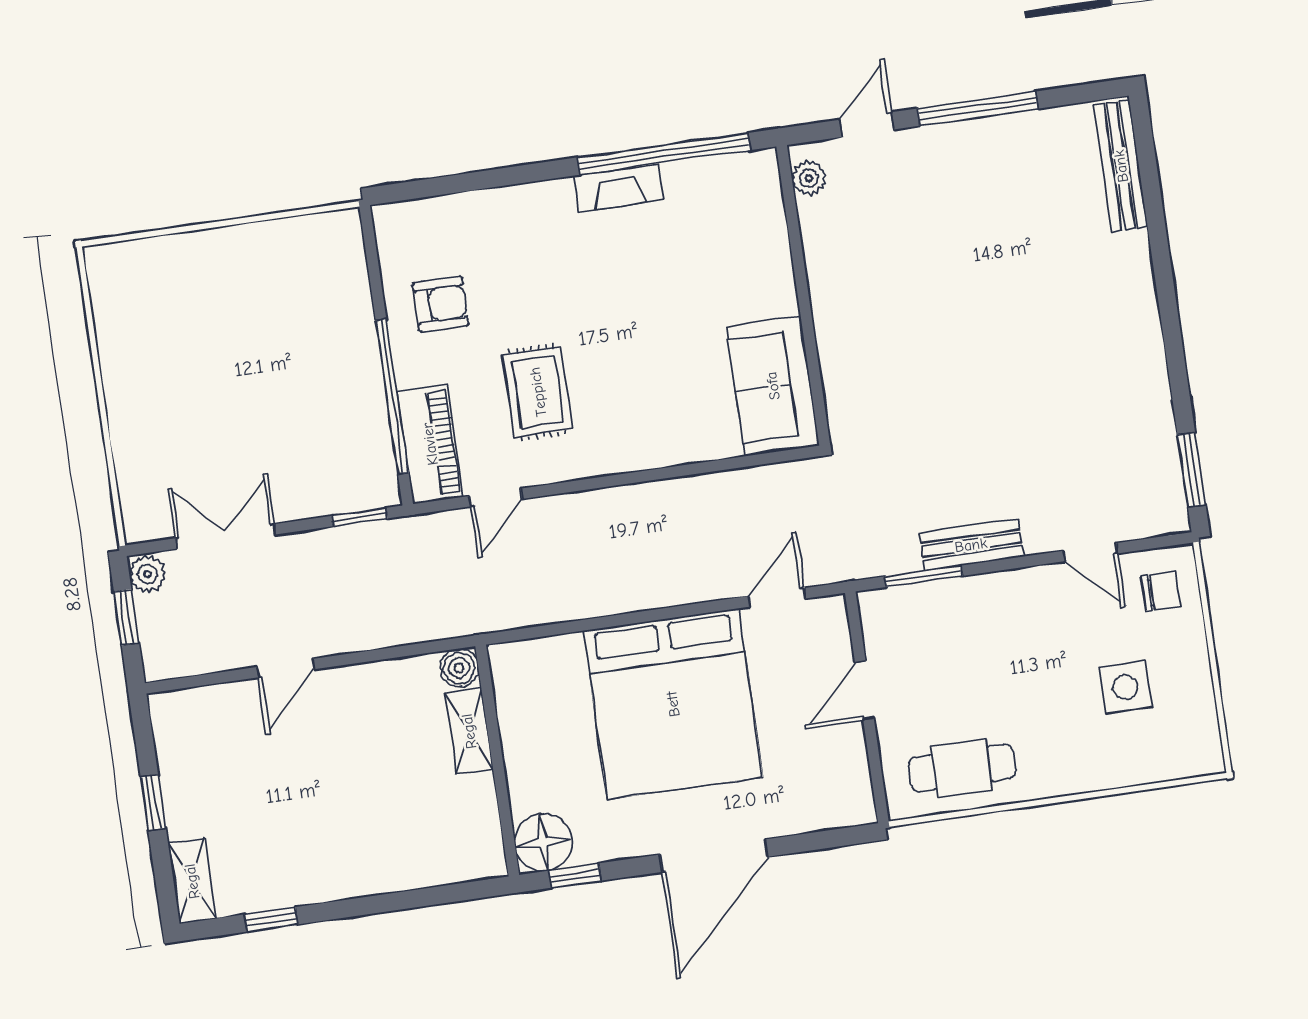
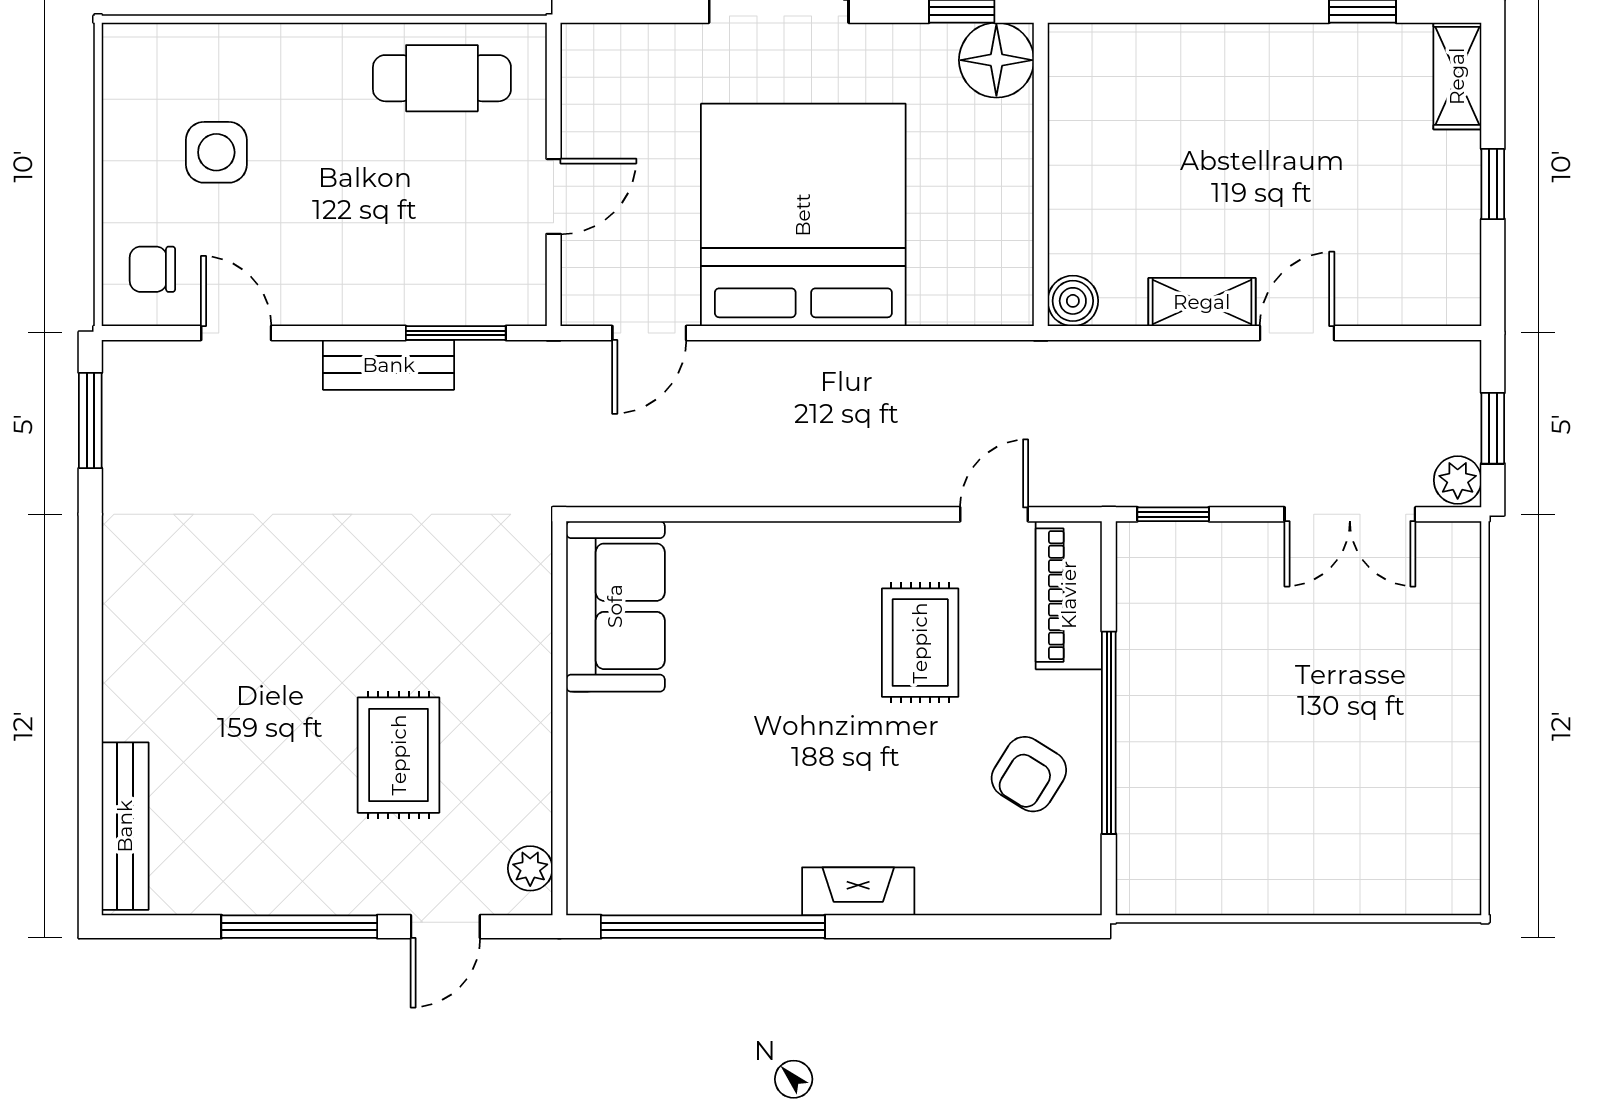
fireplace: (618, 188) -> (858, 891), moved
rug: (921, 250) -> (399, 755), added
armchair: (441, 304) -> (1029, 774), turned -58
window: (392, 397) -> (1109, 733), moved
shelving: (469, 731) -> (1202, 302), moved, turned 90

